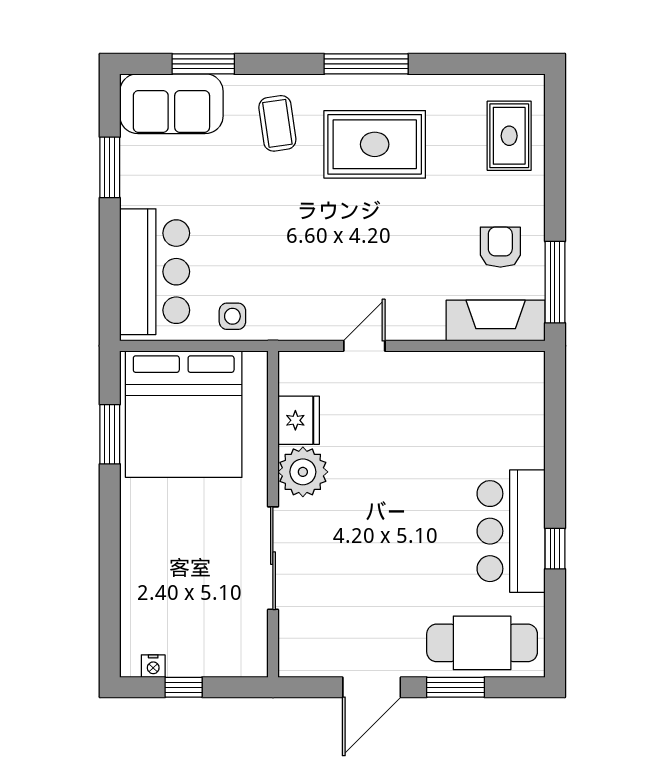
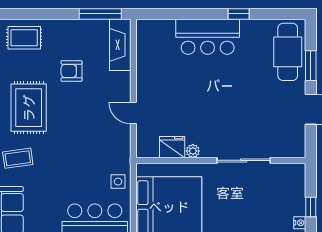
armchair: (500, 247) -> (72, 71), moved
plant: (303, 472) -> (193, 151), width x0.53, depth x0.53
bar counter: (511, 531) -> (208, 37), moved

